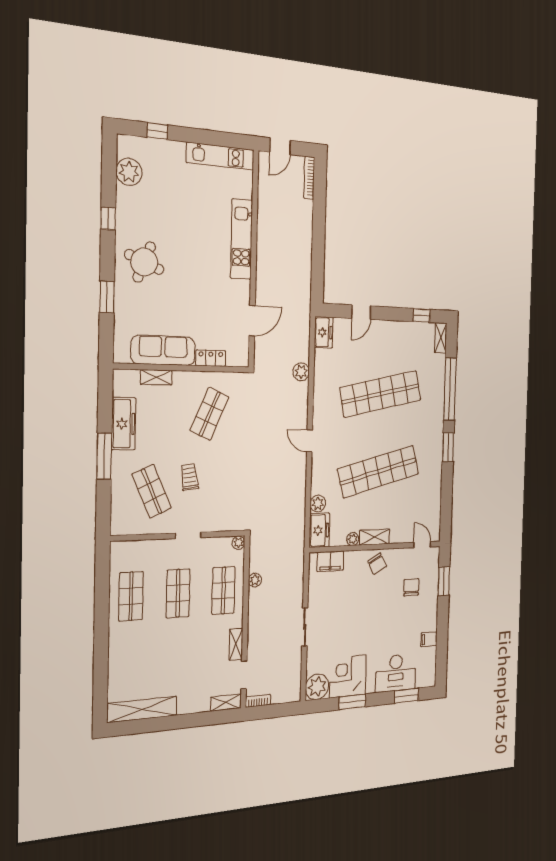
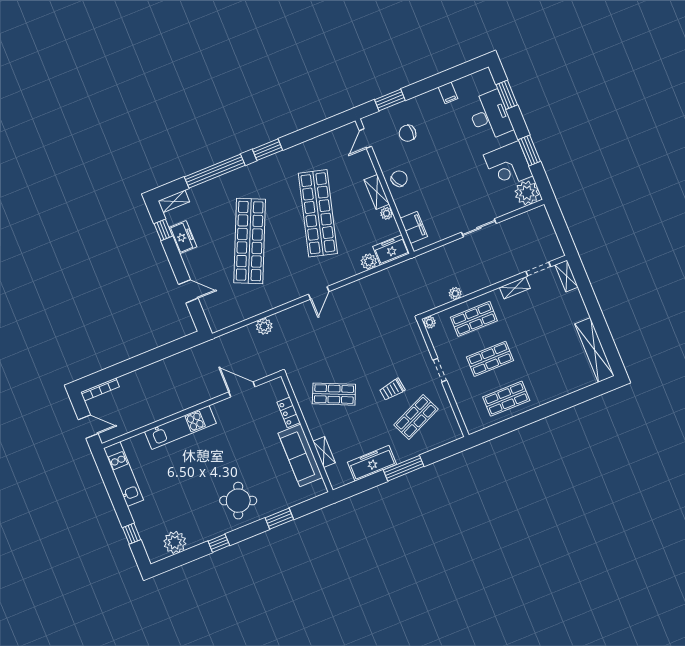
freezer: (324, 332) -> (183, 237), moved, turned 90
shop shelf: (381, 394) -> (250, 241), turned 36
shop shelf: (378, 471) -> (318, 213), turned 30
bookcase: (258, 701) -> (556, 246), removed

